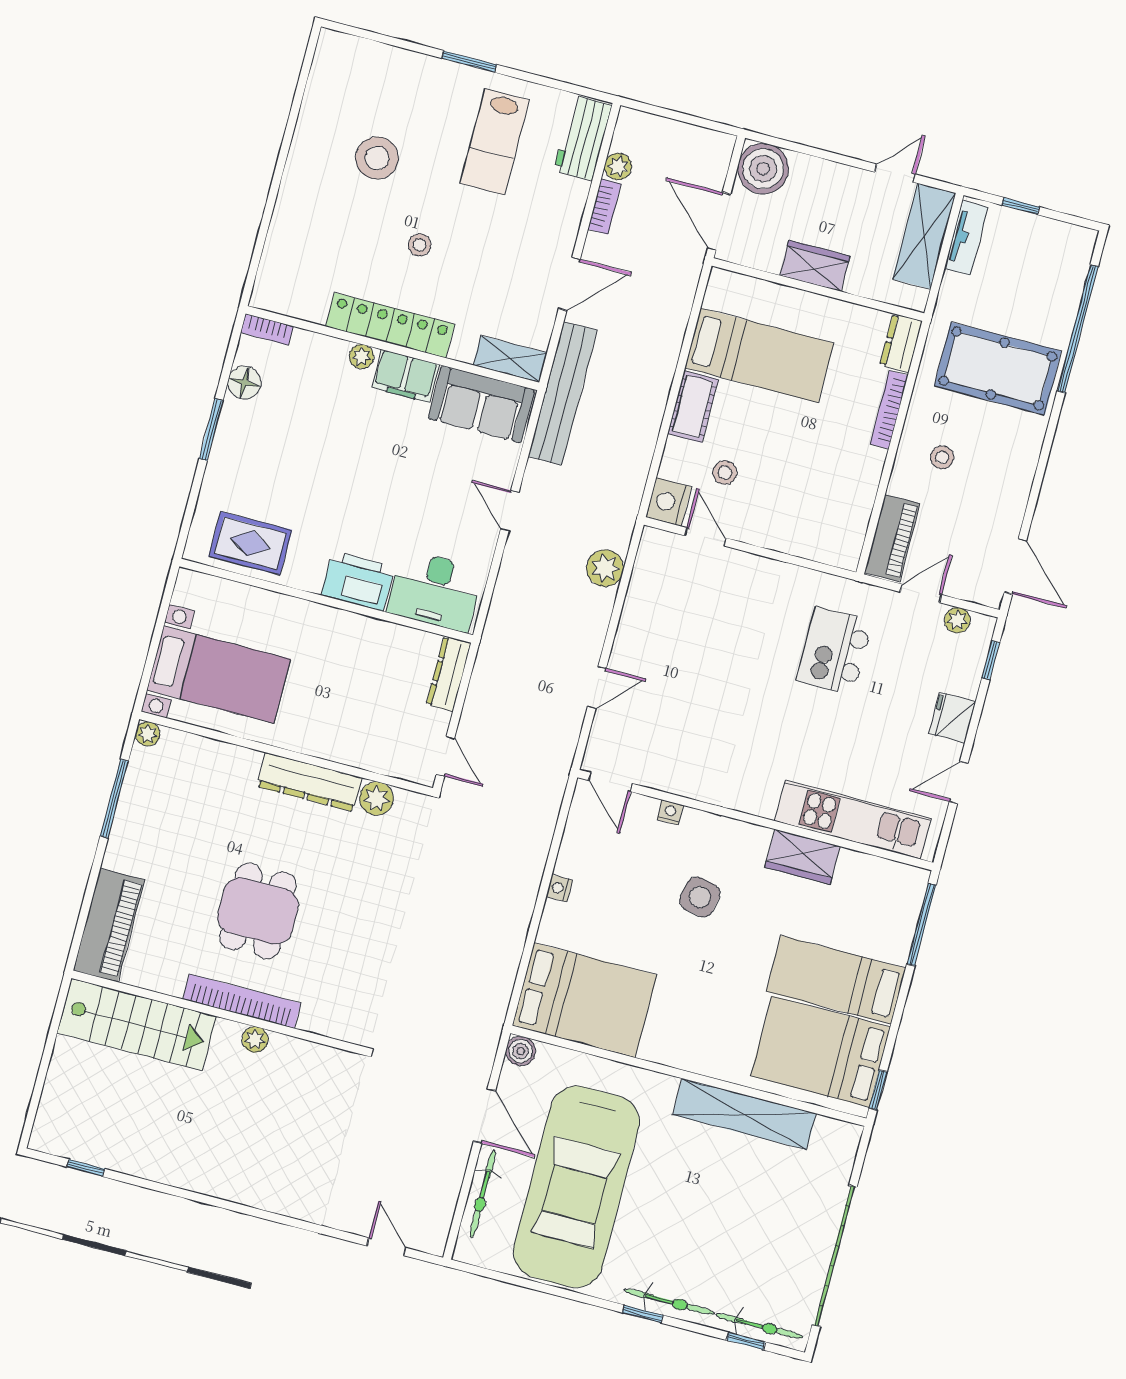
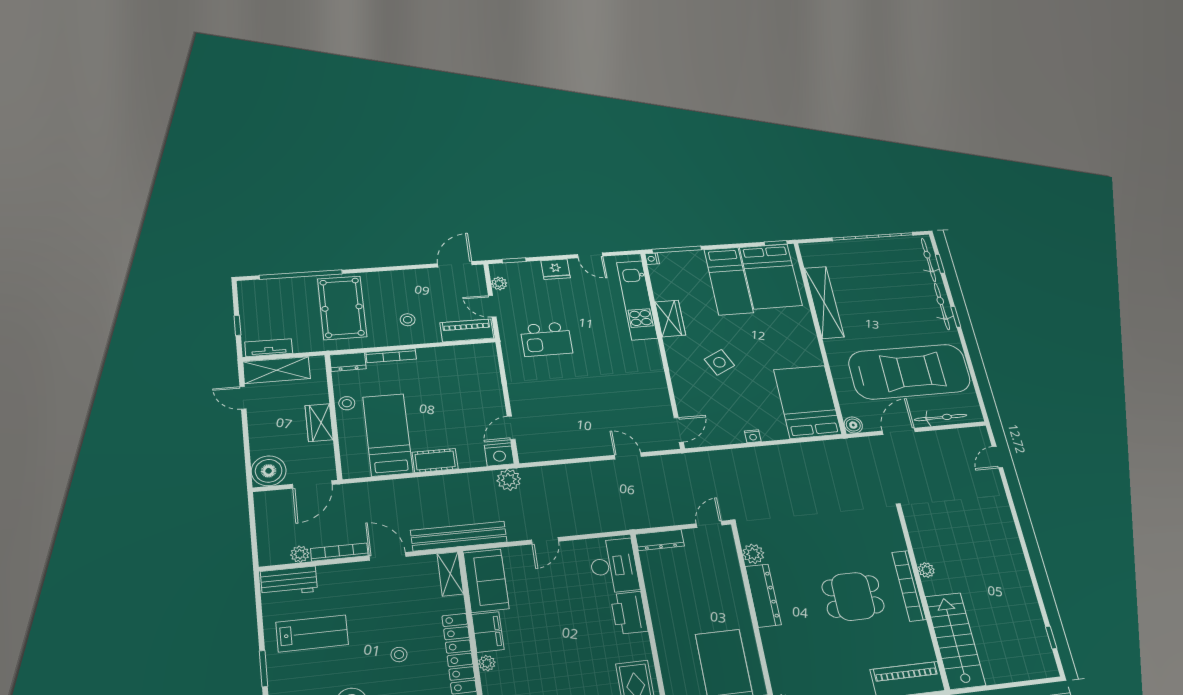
bookcase: (604, 207) -> (339, 552), width x1.56
stool: (725, 473) -> (347, 403), moved
plant: (605, 568) -> (509, 480), moved
nightstand: (670, 812) -> (652, 259), moved
side table: (700, 897) -> (719, 362), turned -38

